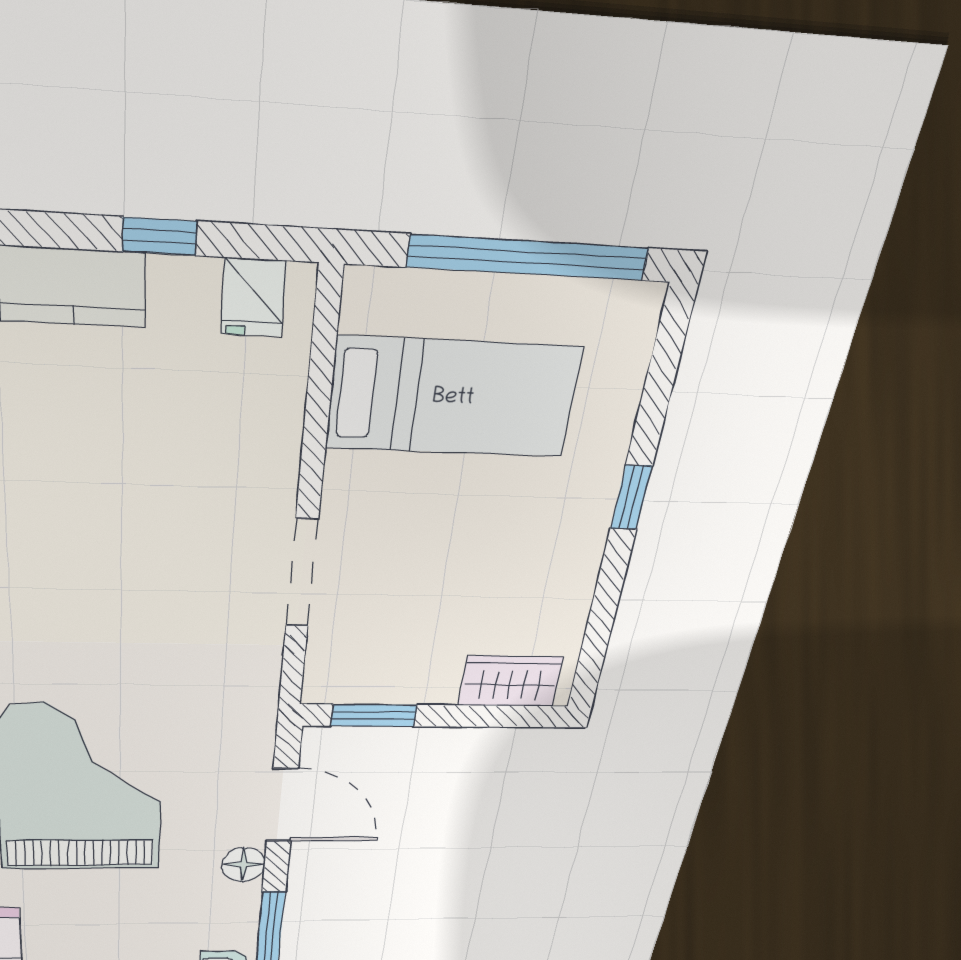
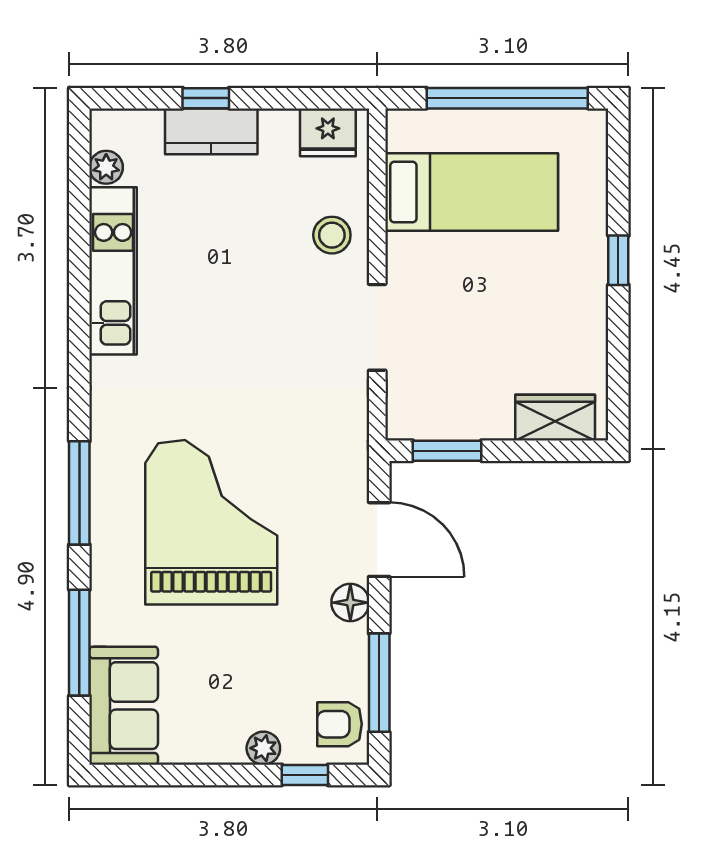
window: (160, 236) -> (206, 98), moved
fridge: (253, 298) -> (328, 132), width x1.38
stool: (249, 451) -> (332, 235), added

